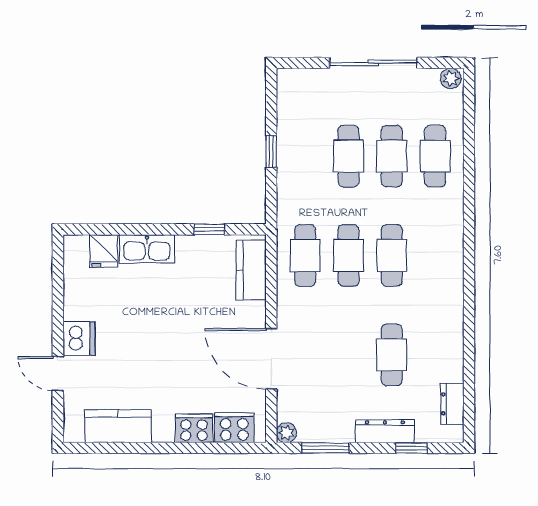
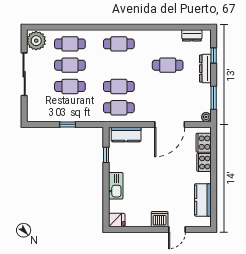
plant: (451, 79) -> (36, 41), width x1.88, depth x1.88
fridge: (104, 251) -> (117, 220), moved
cafe table: (392, 255) -> (119, 44), moved

